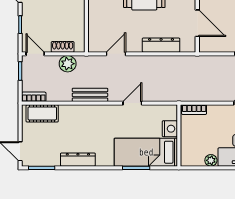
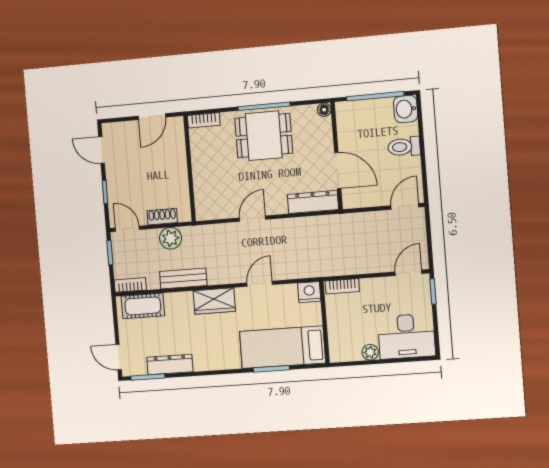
dresser: (161, 45) -> (313, 202), moved
door: (116, 54) -> (252, 219), moved
bench: (90, 95) -> (183, 278), moved
wardrobe: (97, 114) -> (214, 301), added
nightstand: (170, 129) -> (309, 292), moved, turned -90
dresser: (78, 160) -> (170, 365), moved

